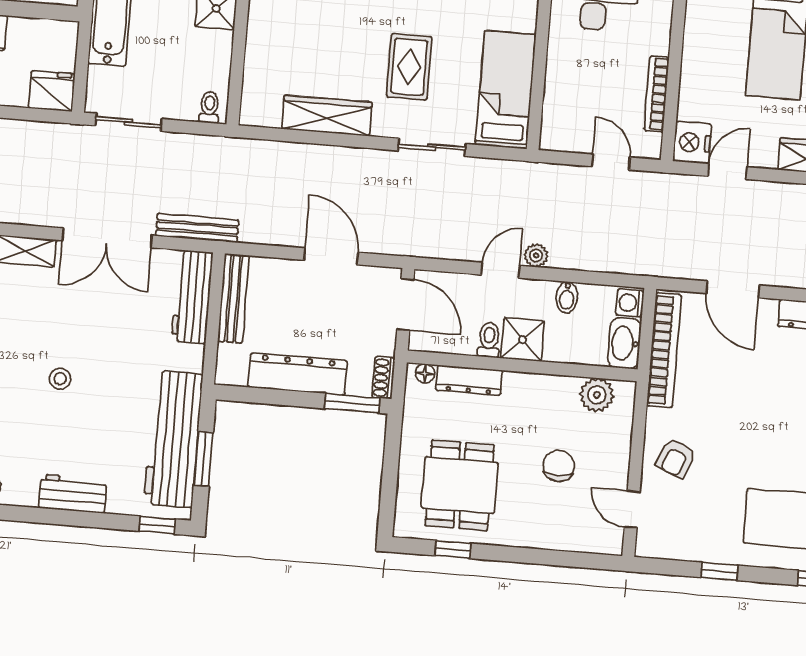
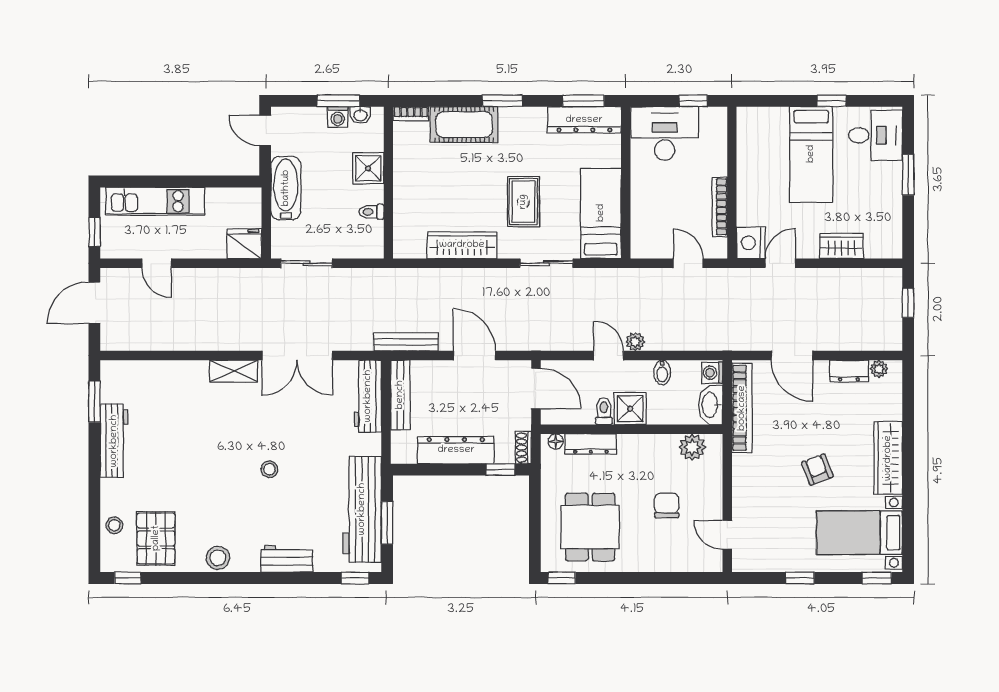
toilet: (209, 107) -> (371, 212), moved, turned -90
bench: (197, 228) -> (406, 342), moved
door: (501, 270) -> (608, 356), hinge flipped
window: (352, 403) -> (500, 470), width x0.67
armchair: (676, 458) -> (817, 469), moved, turned 137
window: (453, 549) -> (562, 578), moved

